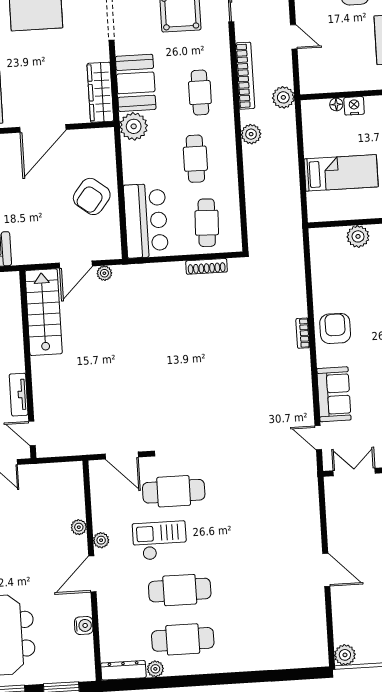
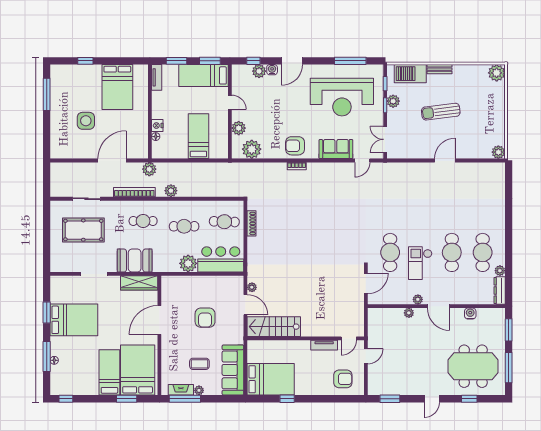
door: (294, 37) -> (112, 161), width x1.88
plant: (134, 126) -> (188, 263), moved
door: (43, 128) -> (159, 320), swing flipped
armchair: (92, 196) -> (205, 318), moved, turned 52
plant: (325, 259) -> (252, 149), added

